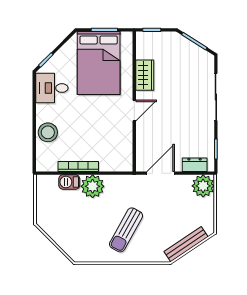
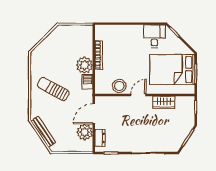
door: (134, 111) -> (138, 95), swing flipped
stool: (48, 132) -> (119, 86), moved
door: (161, 173) -> (94, 114), swing flipped
barbecue: (69, 182) -> (87, 82), moved
plant: (203, 186) -> (85, 132), moved

